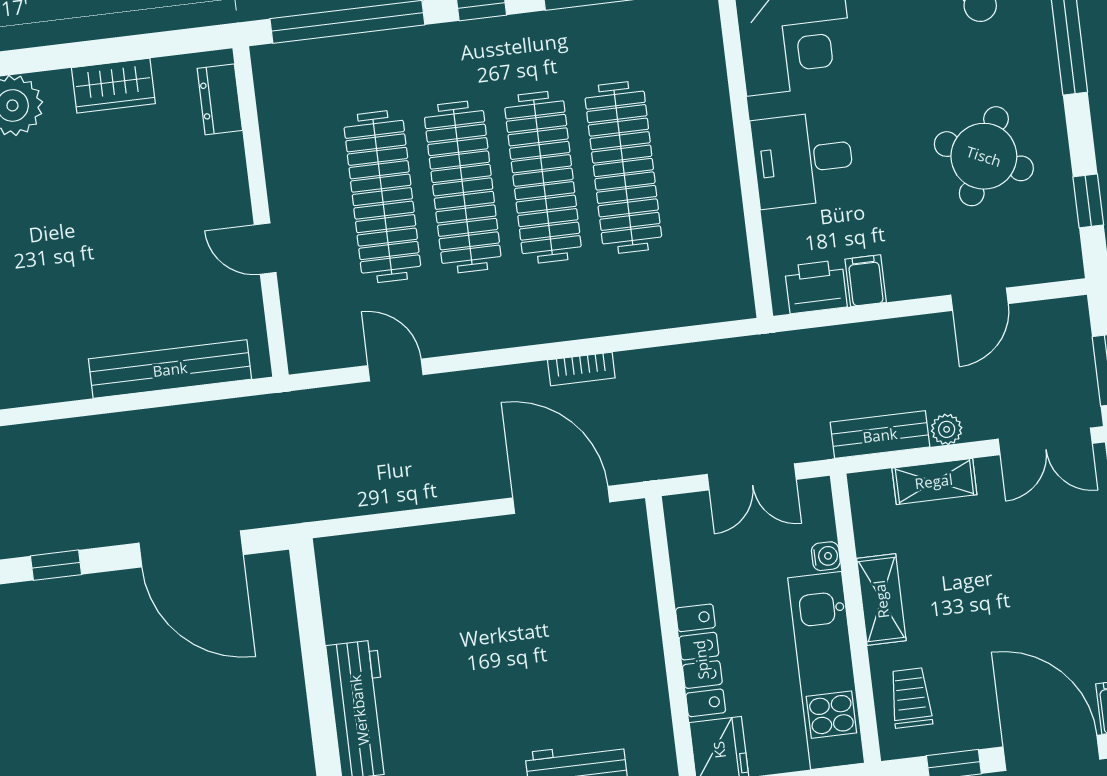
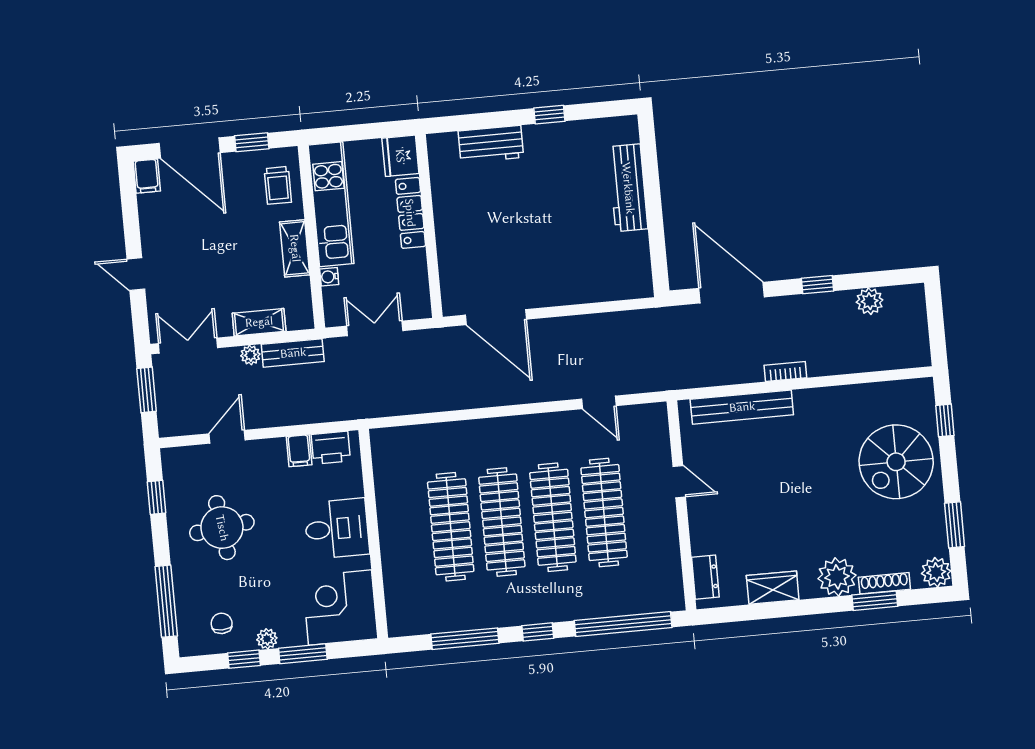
round table: (984, 156) -> (222, 528), turned -32
bookcase: (581, 369) -> (785, 372), moved

